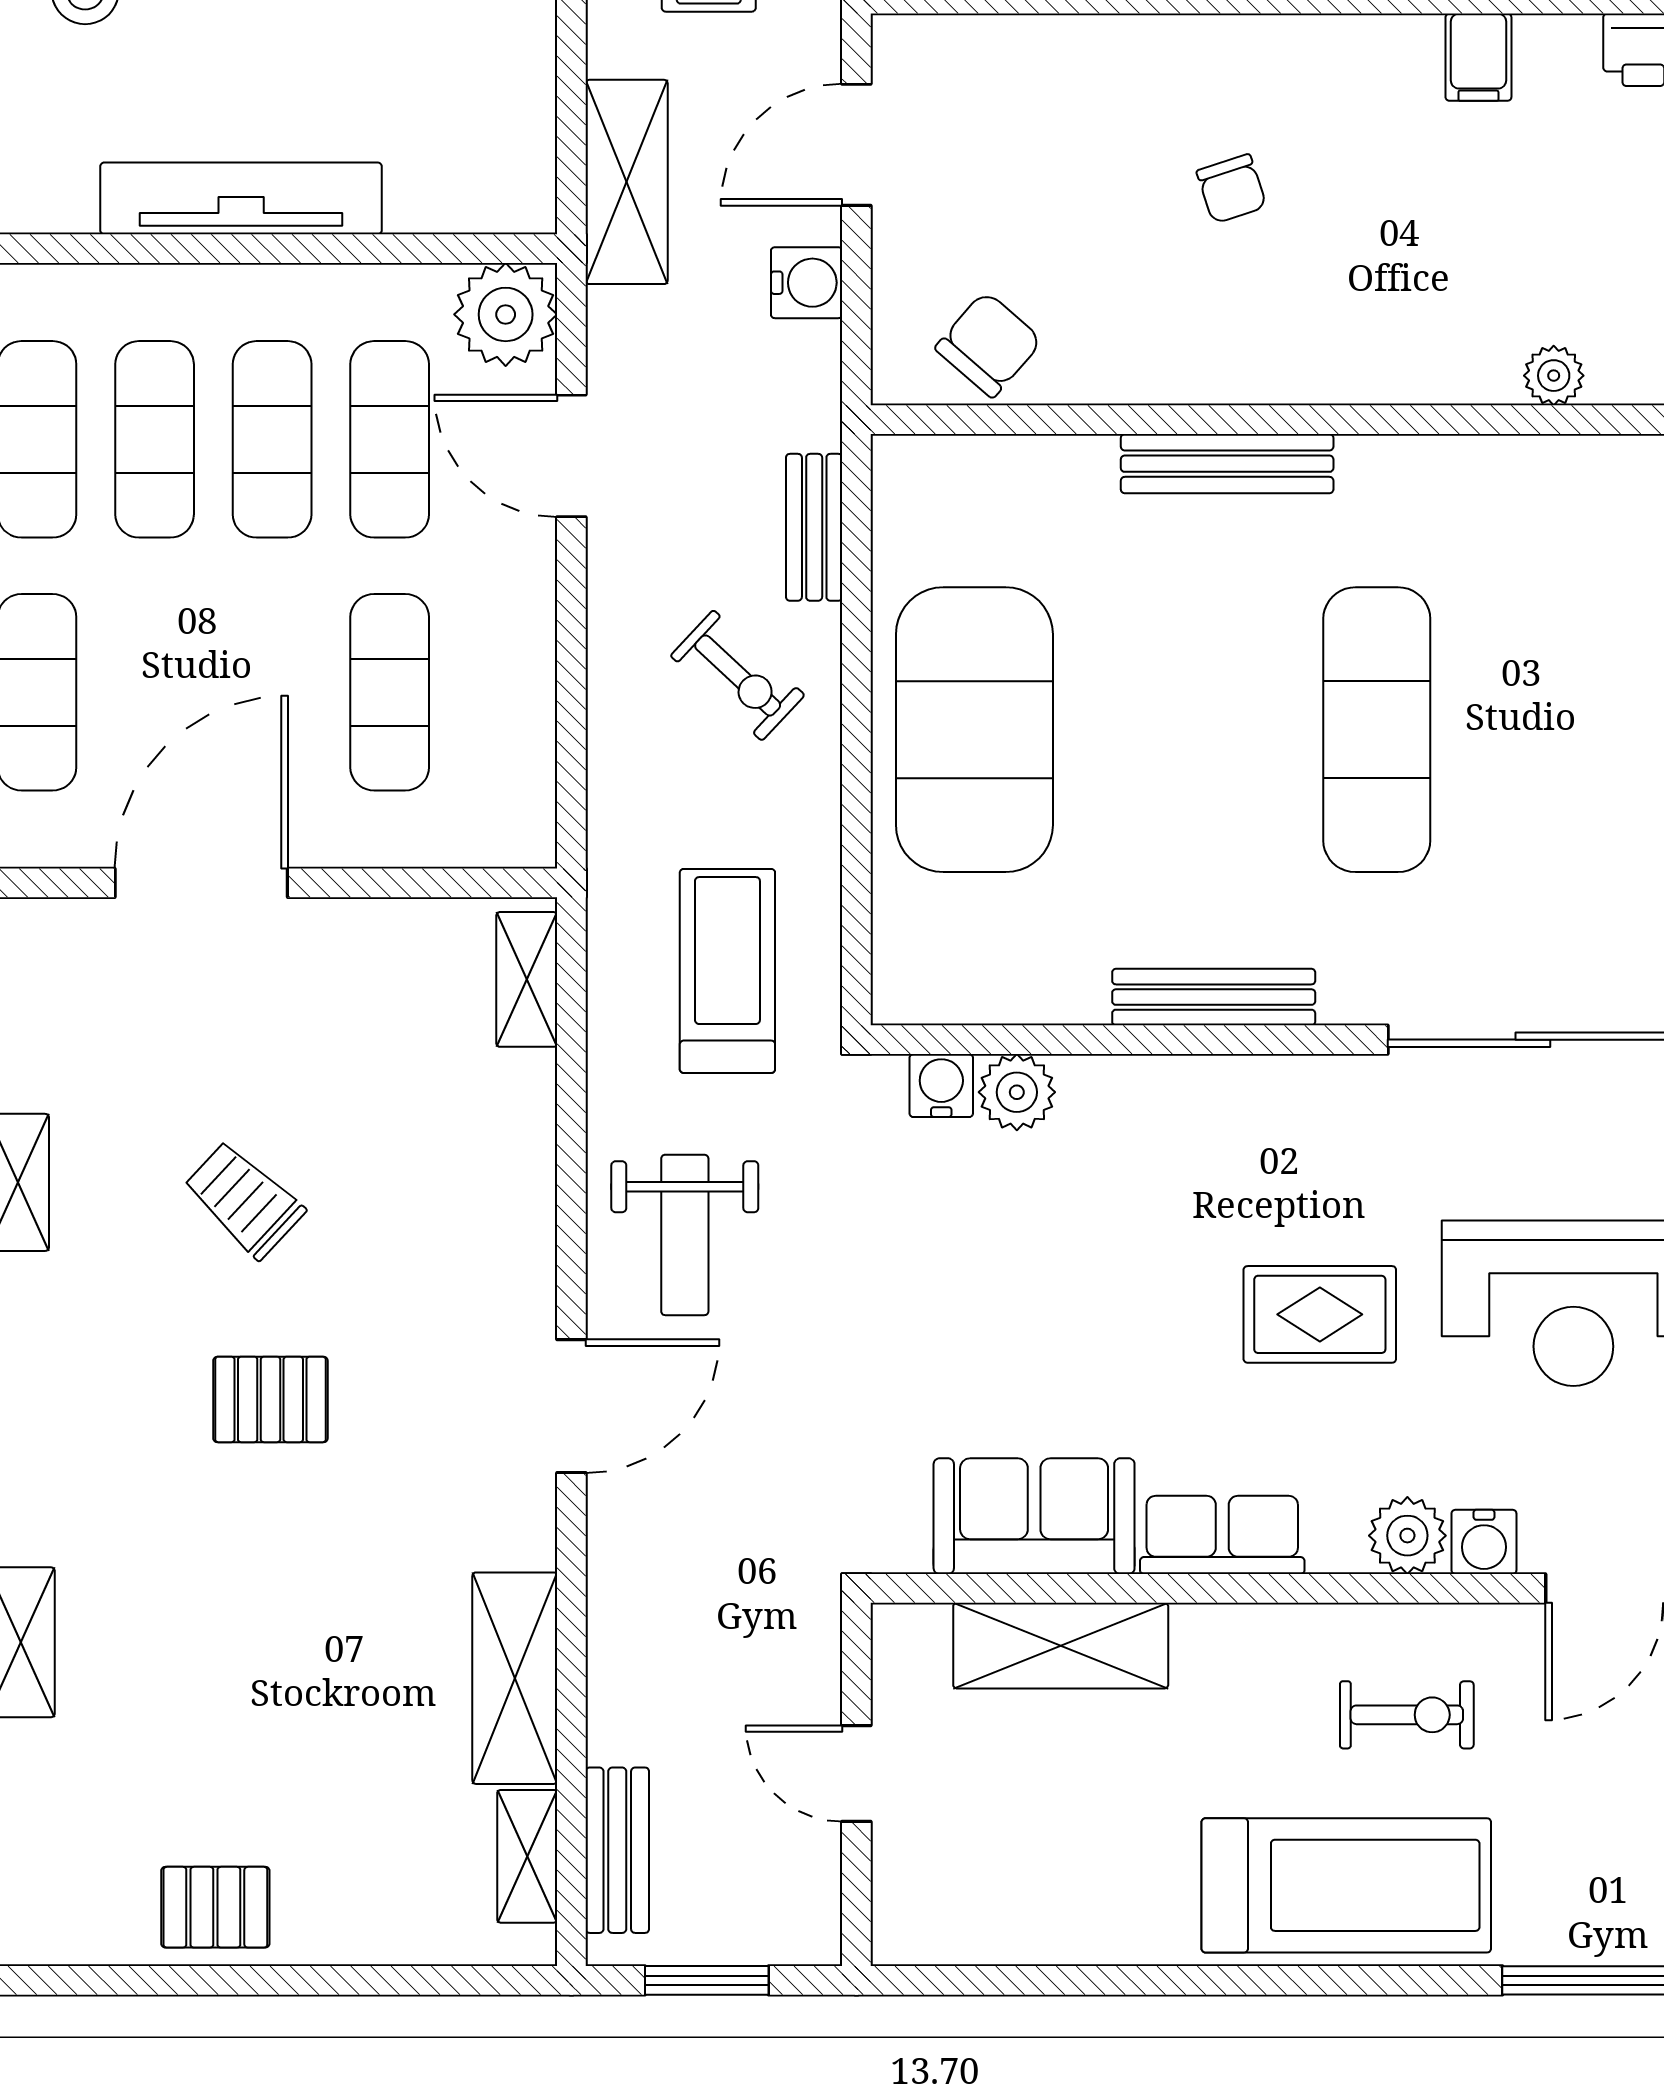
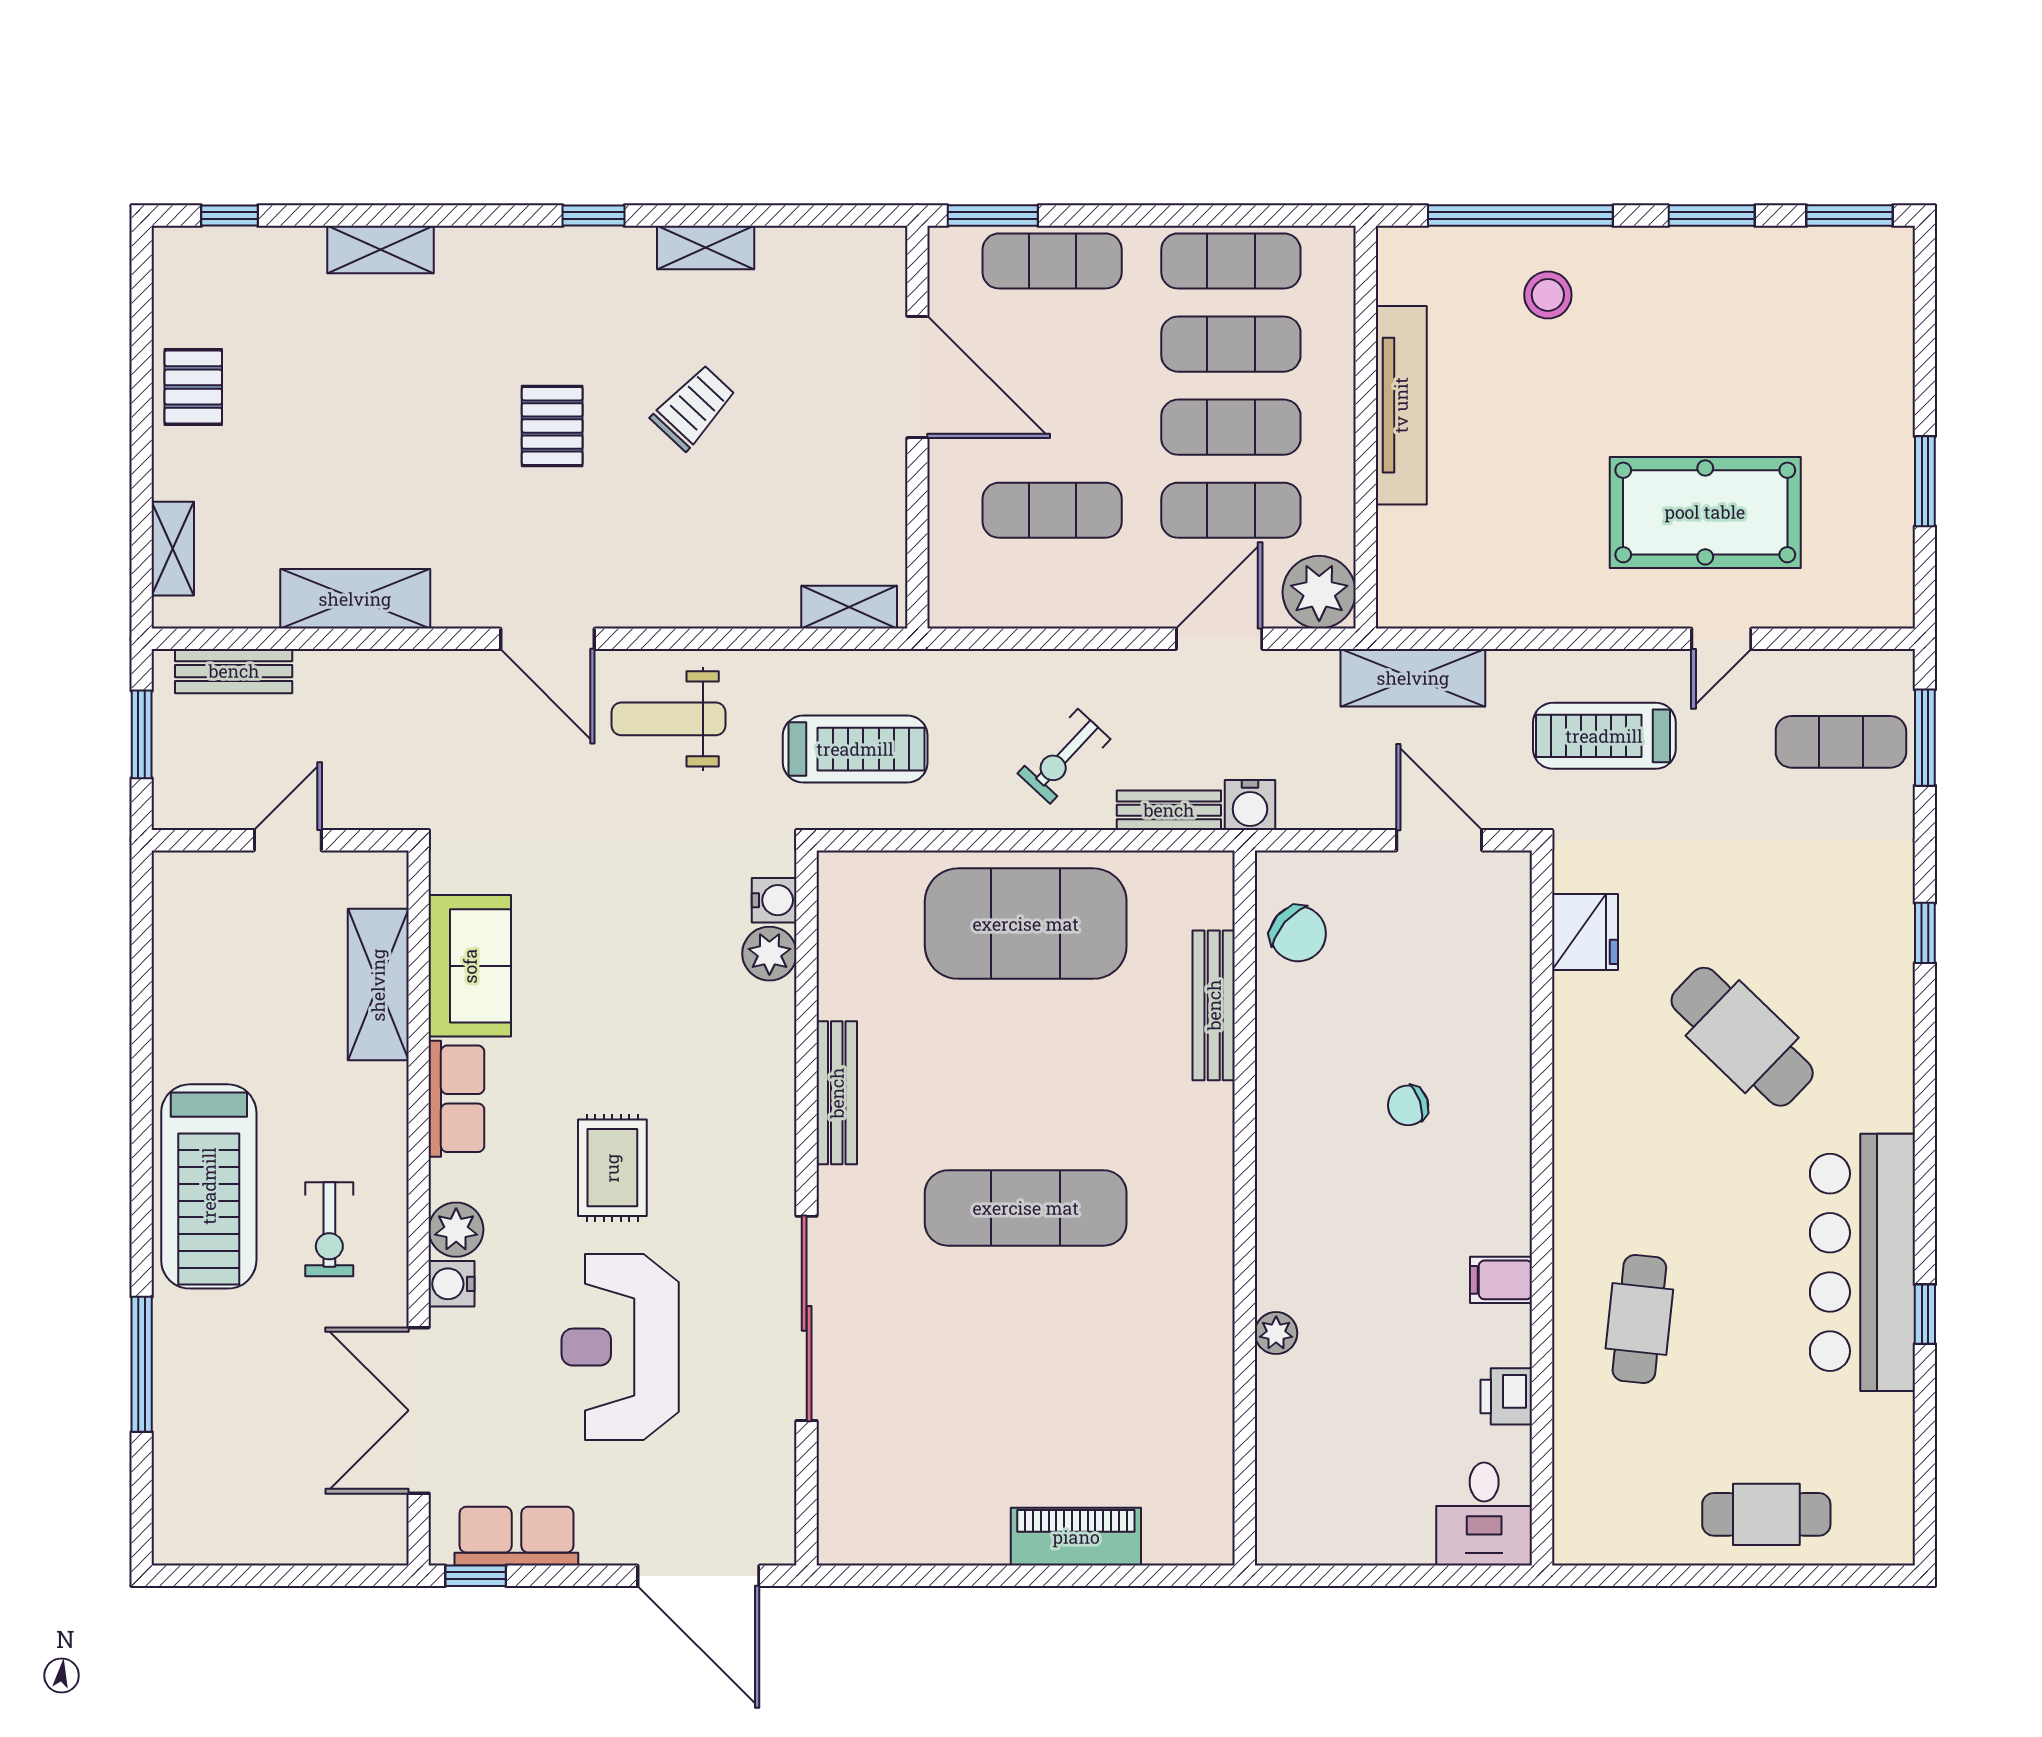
water cooler: (807, 283) -> (1250, 805), moved
bench: (1227, 464) -> (1214, 1005), moved
shelving: (527, 1856) -> (173, 549), moved, turned 90

